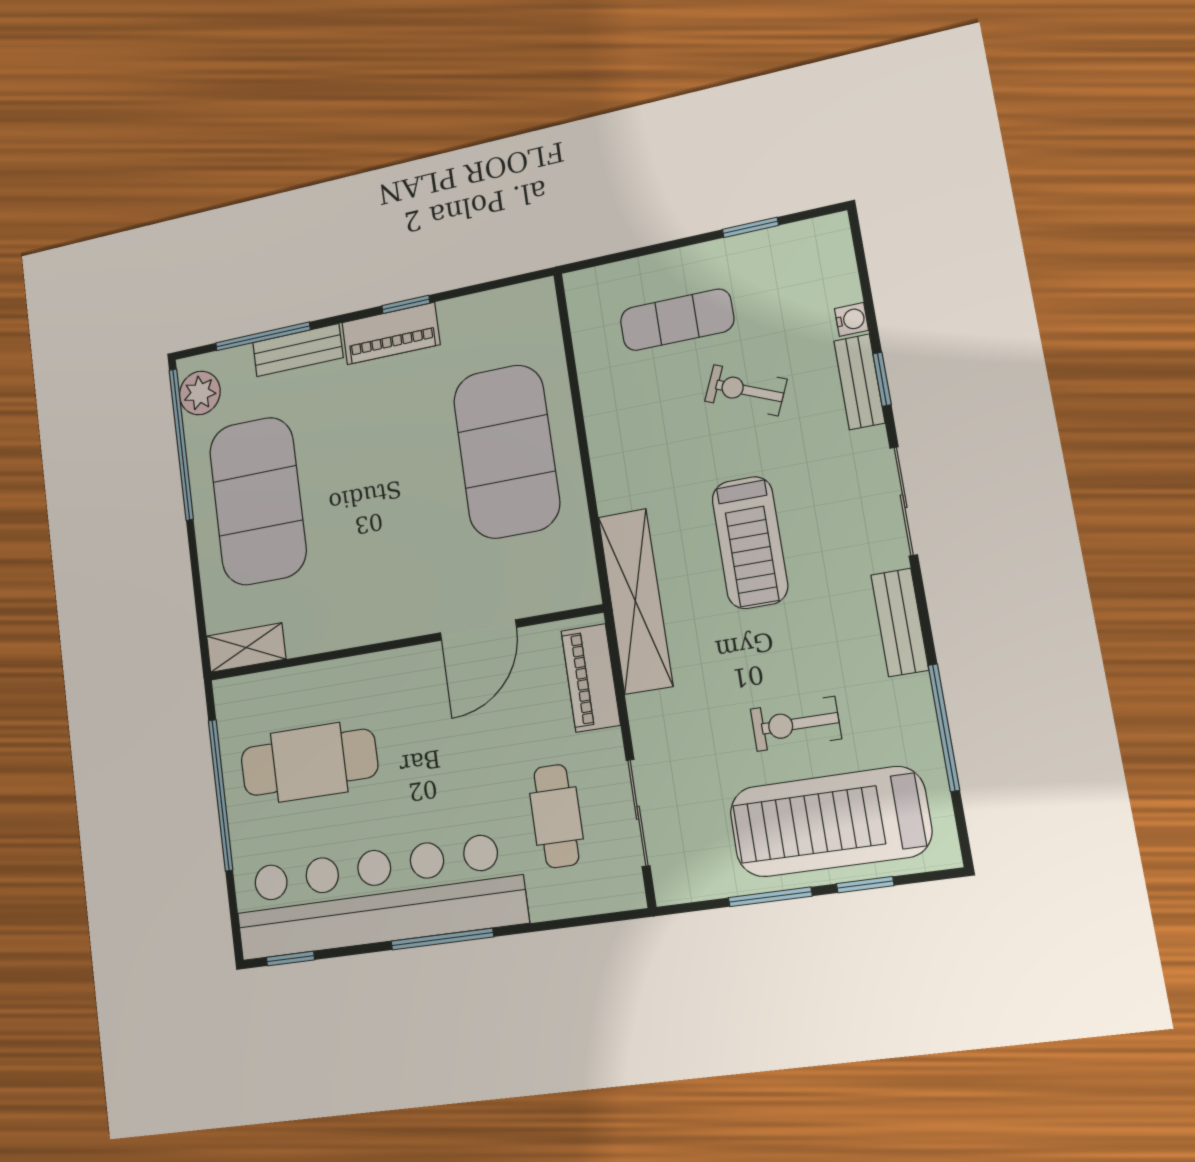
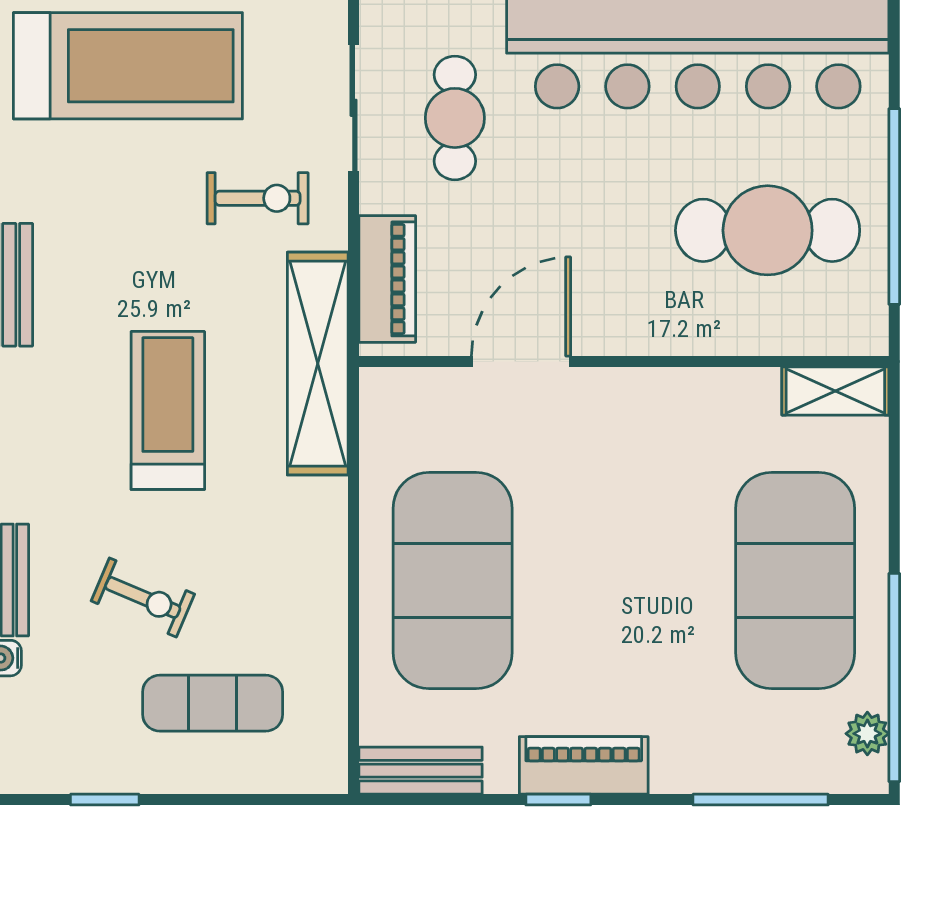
bench: (298, 350) -> (421, 771), moved
plant: (200, 393) -> (867, 734), width x0.73, depth x0.73
exercise bike: (796, 724) -> (258, 198), moved

